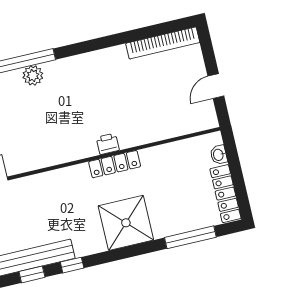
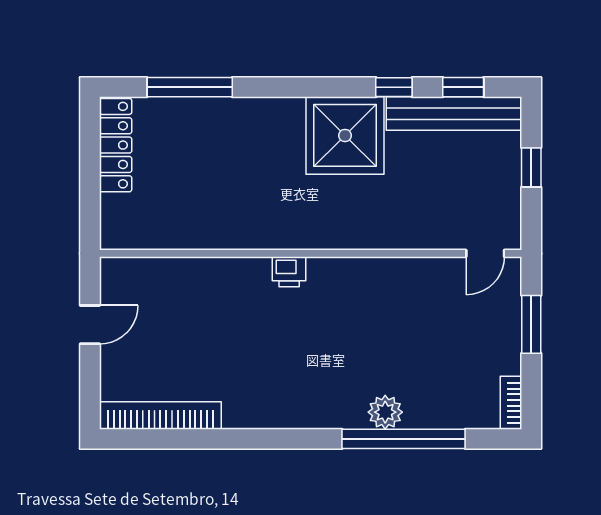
washbasin: (219, 155) -> (112, 211), removed
locker: (115, 164) -> (286, 236), removed
shower: (126, 223) -> (345, 135), moved

